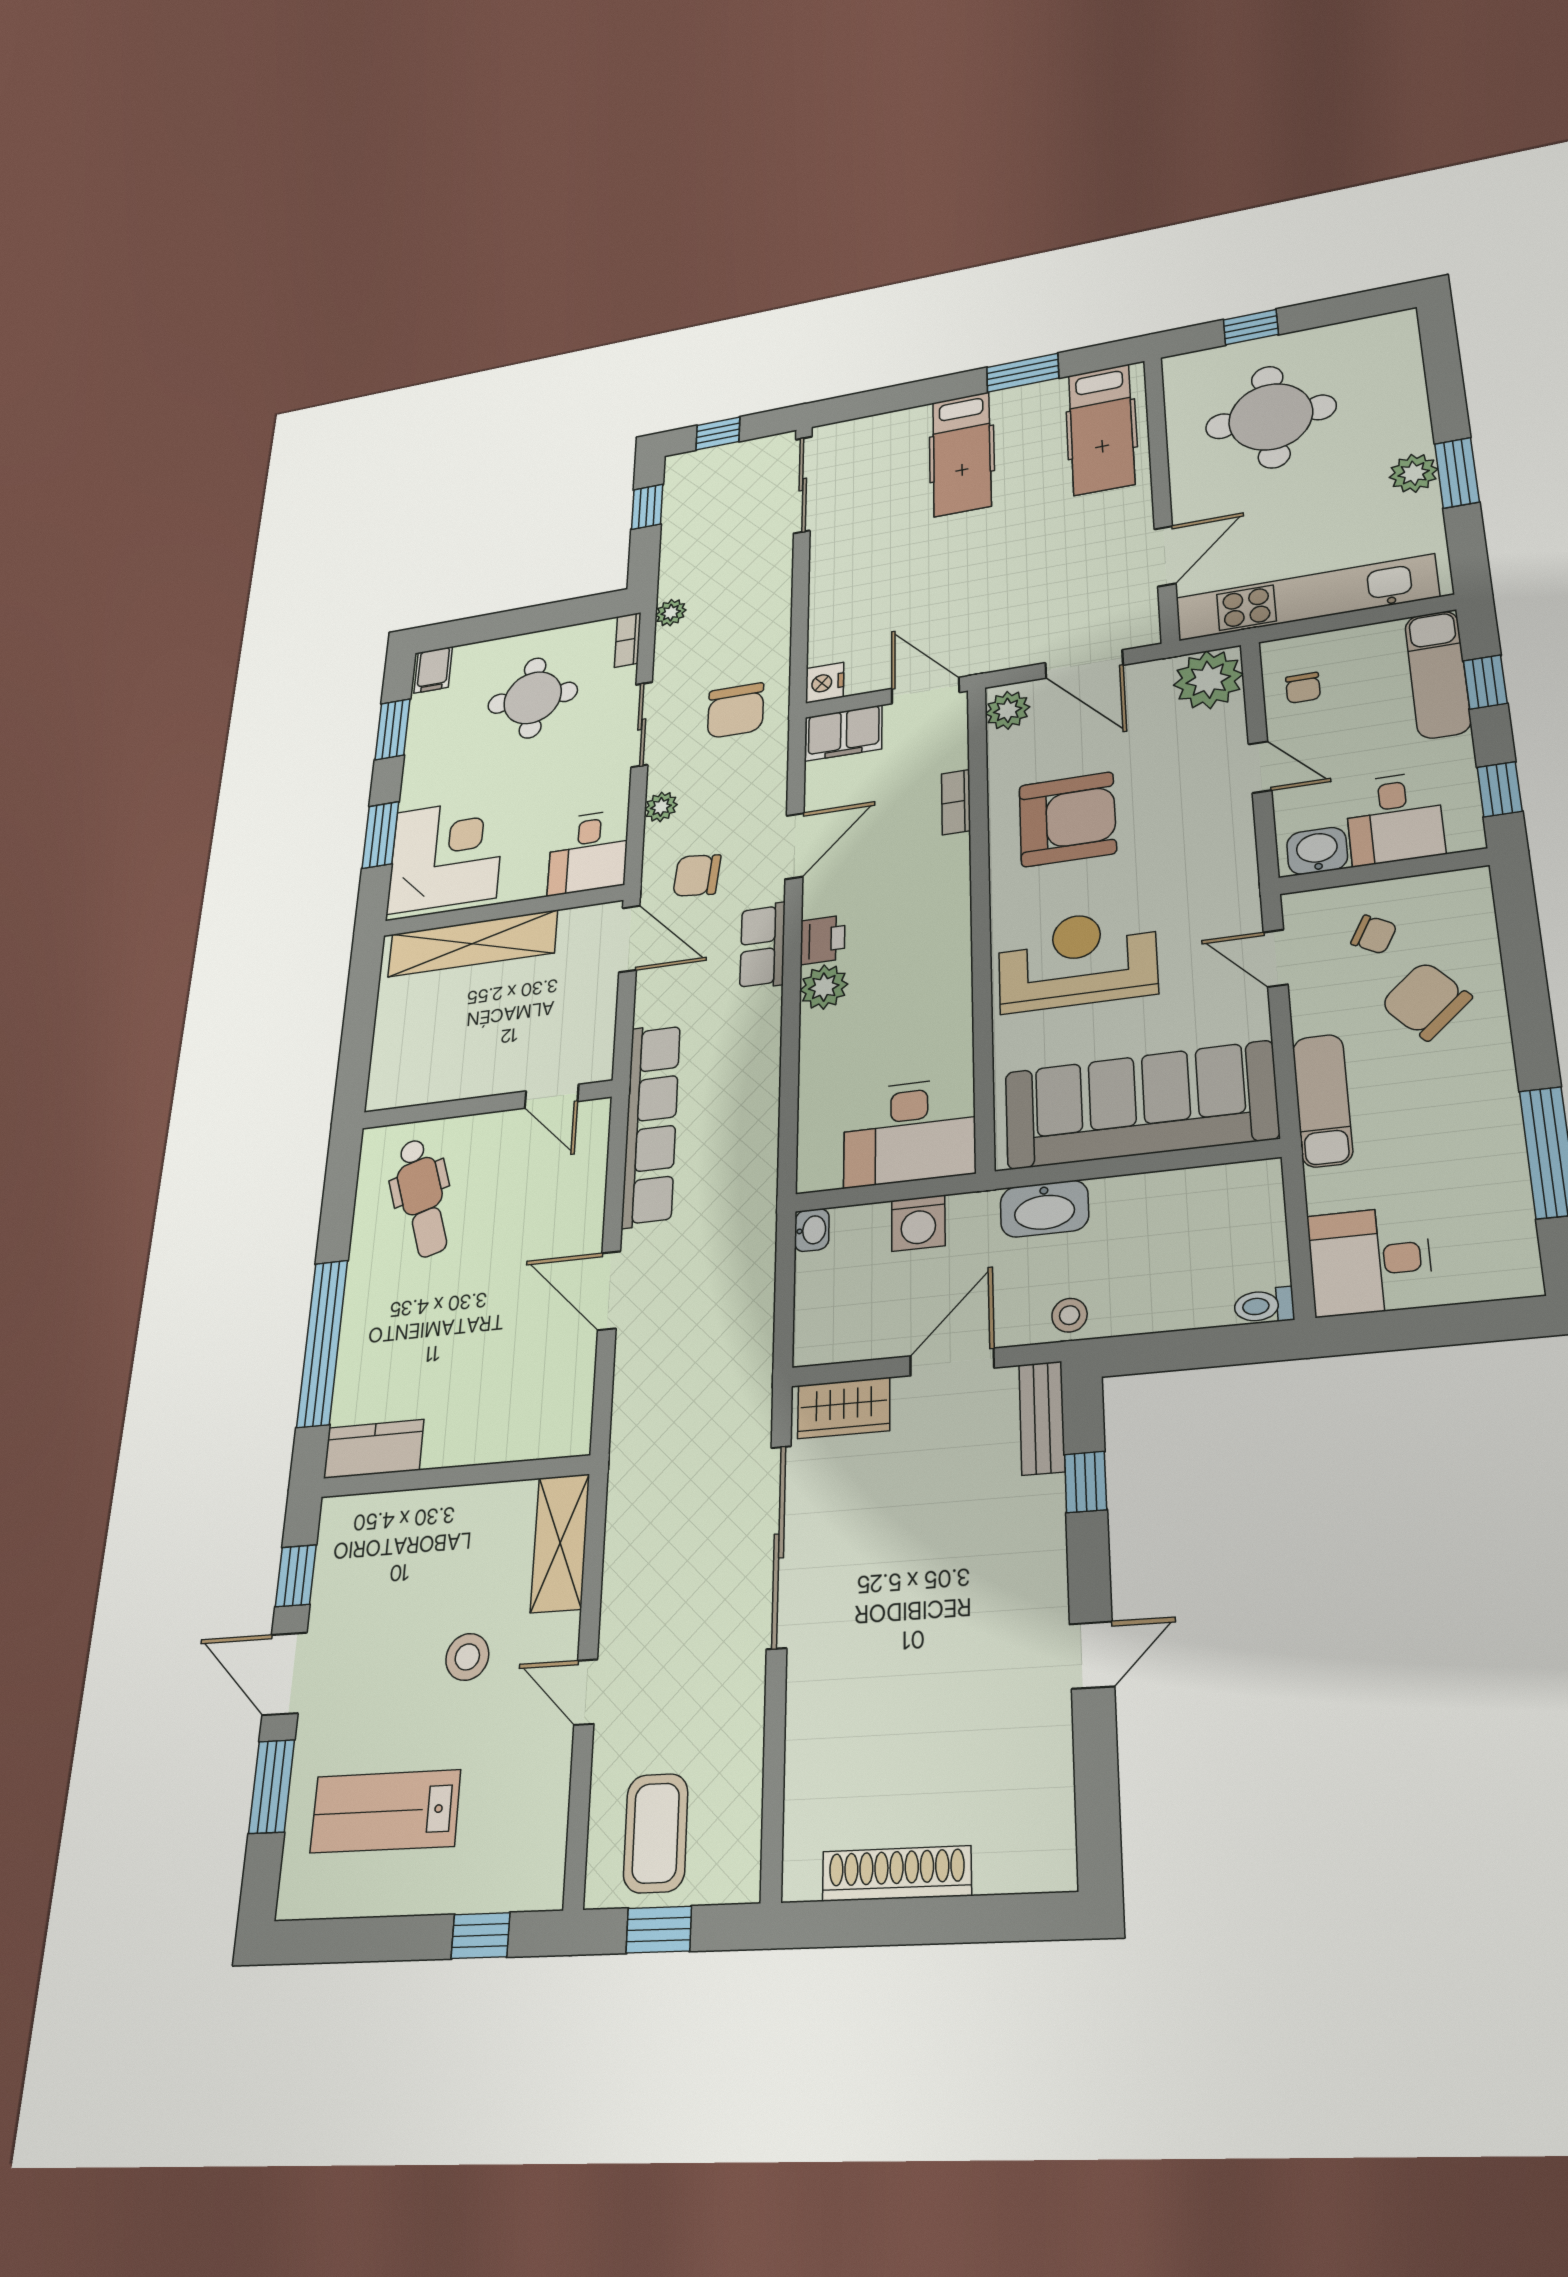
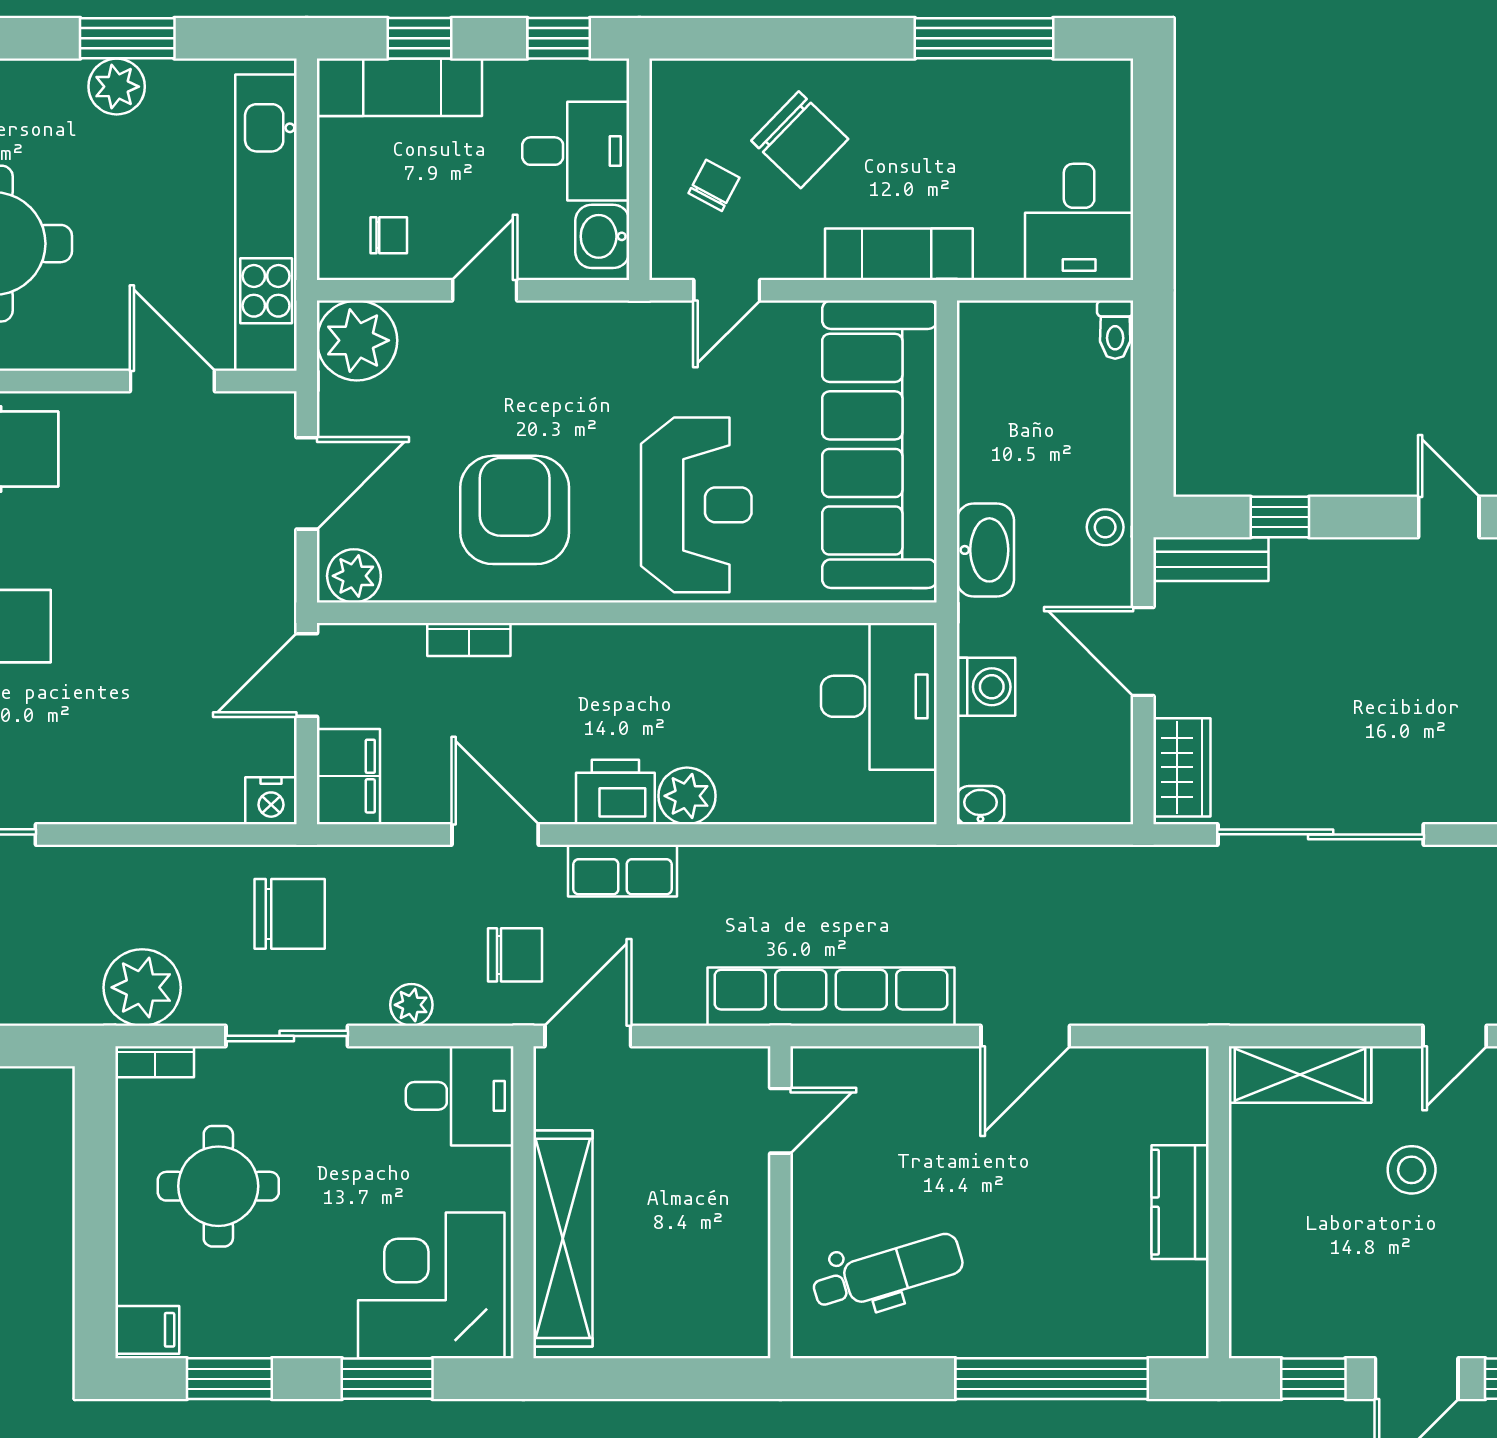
plant: (671, 613) -> (142, 987), width x1.87, depth x1.87
chair: (697, 875) -> (515, 955), turned -96
printer: (823, 940) -> (615, 792), width x1.36, depth x1.24
reception desk: (1077, 960) -> (696, 505), turned 180
chair: (1426, 1001) -> (800, 140), turned -94
kitchen counter: (374, 1449) -> (1180, 1202), moved

